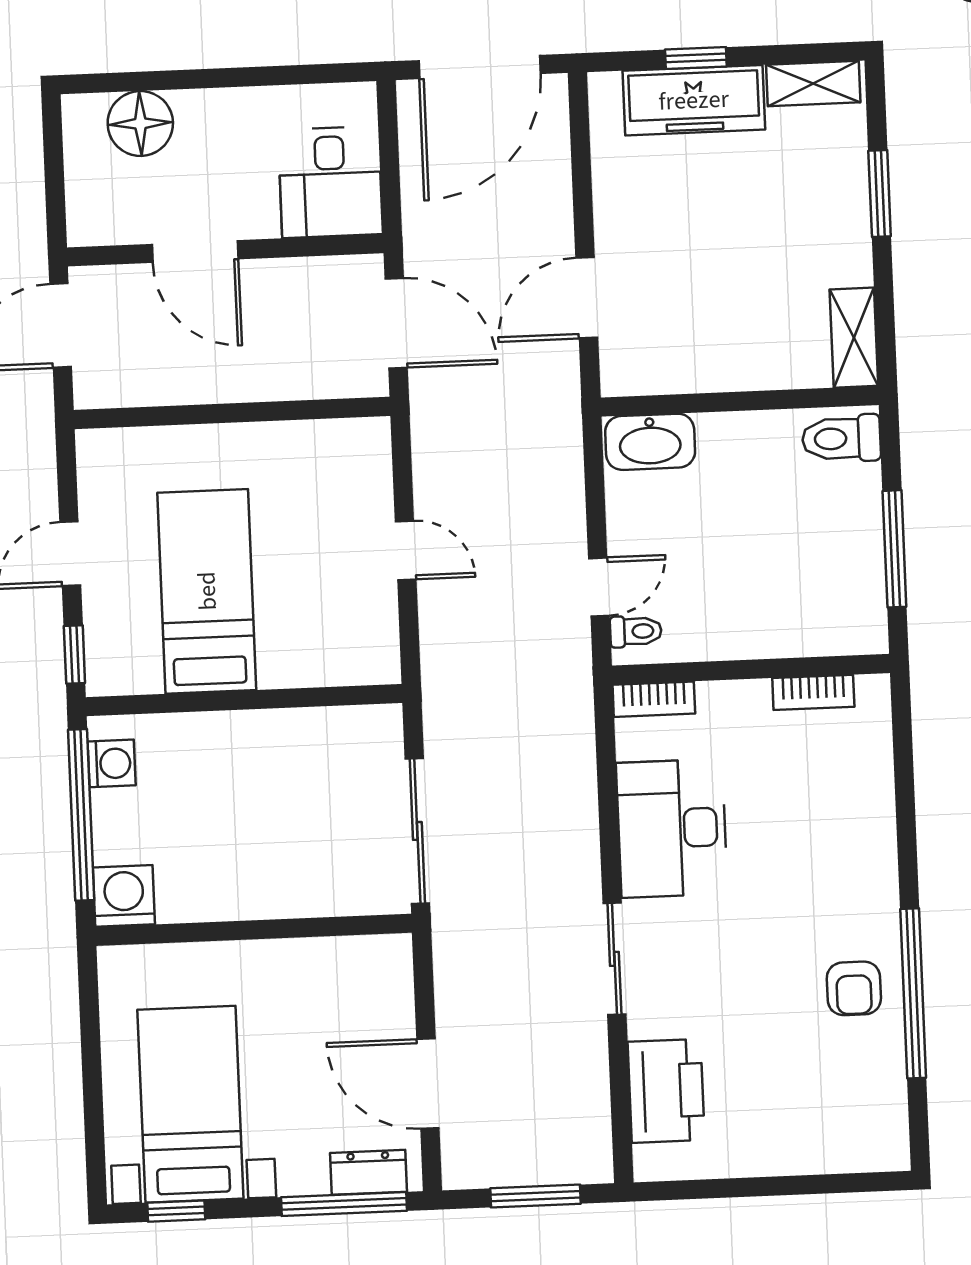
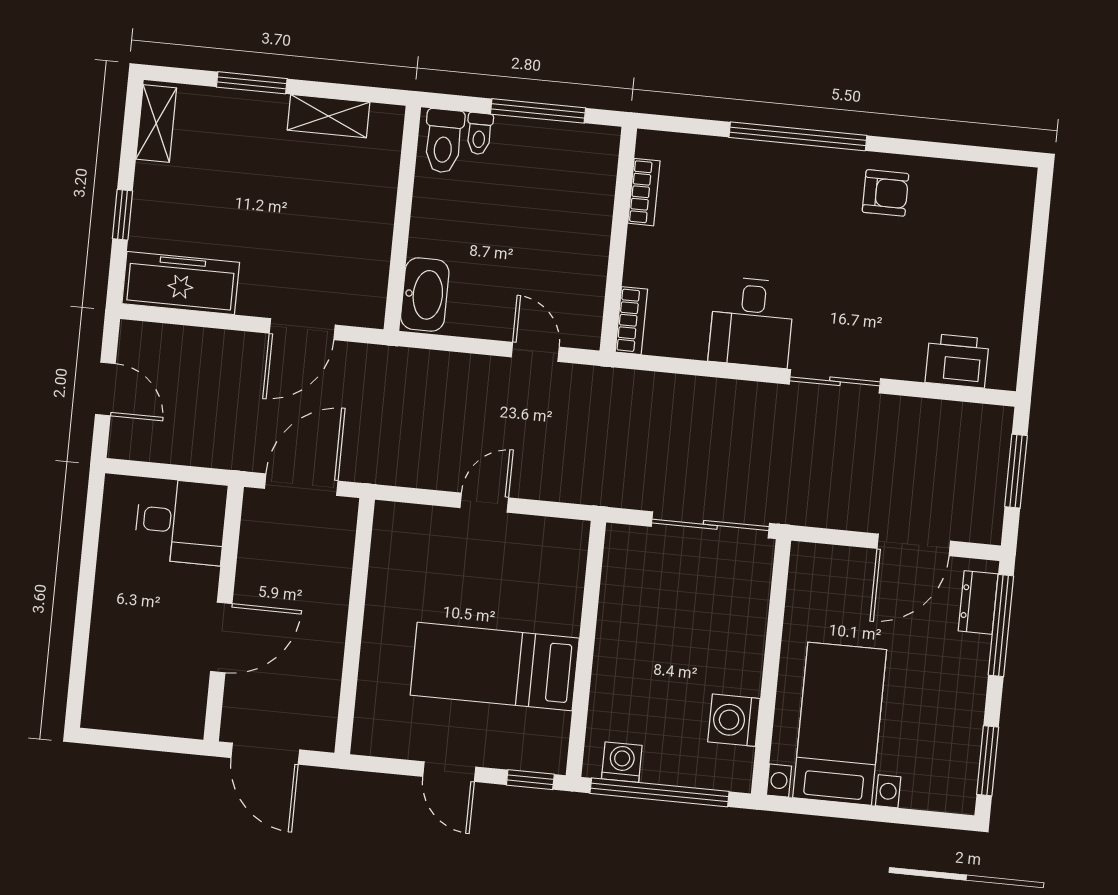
door: (480, 67) -> (105, 389), width x0.53
freezer: (694, 100) -> (181, 283), moved, turned -90
floor lamp: (140, 123) -> (112, 667), removed
door: (587, 298) -> (302, 329), hinge flipped
shelving: (854, 338) -> (329, 116), moved
toilet: (636, 631) -> (479, 134), moved, turned 180
desk: (672, 828) -> (752, 322), width x0.73
washing machine: (124, 896) -> (734, 720), moved
window: (913, 993) -> (798, 136), moved
printer: (666, 1091) -> (957, 361), width x0.73, depth x0.84
bed with nightstands: (190, 1104) -> (840, 724), moved, turned 90
window: (176, 1211) -> (988, 761), width x1.50

